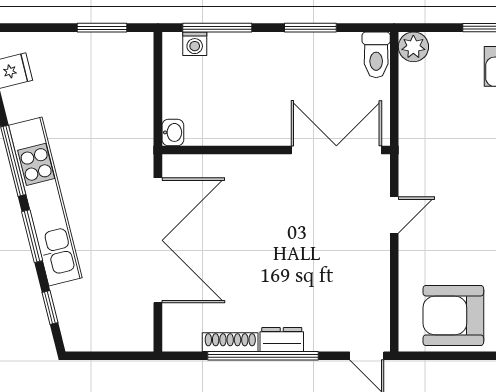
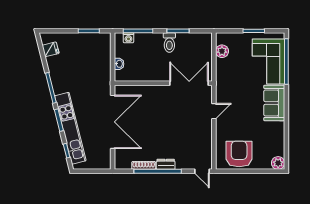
plant: (413, 47) -> (222, 51), moved
toilet: (376, 55) -> (169, 43), moved
washbasin: (173, 132) -> (119, 64), moved
kitchen unit: (45, 201) -> (70, 128), moved
armchair: (453, 315) -> (239, 154), turned 90

